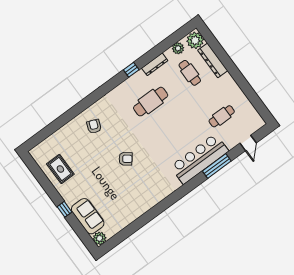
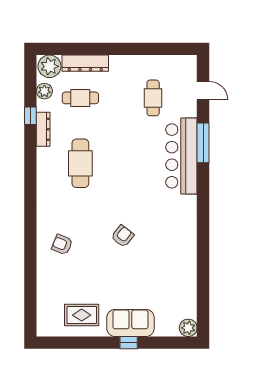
window: (131, 70) -> (30, 116), moved
sofa: (88, 216) -> (130, 323), moved

